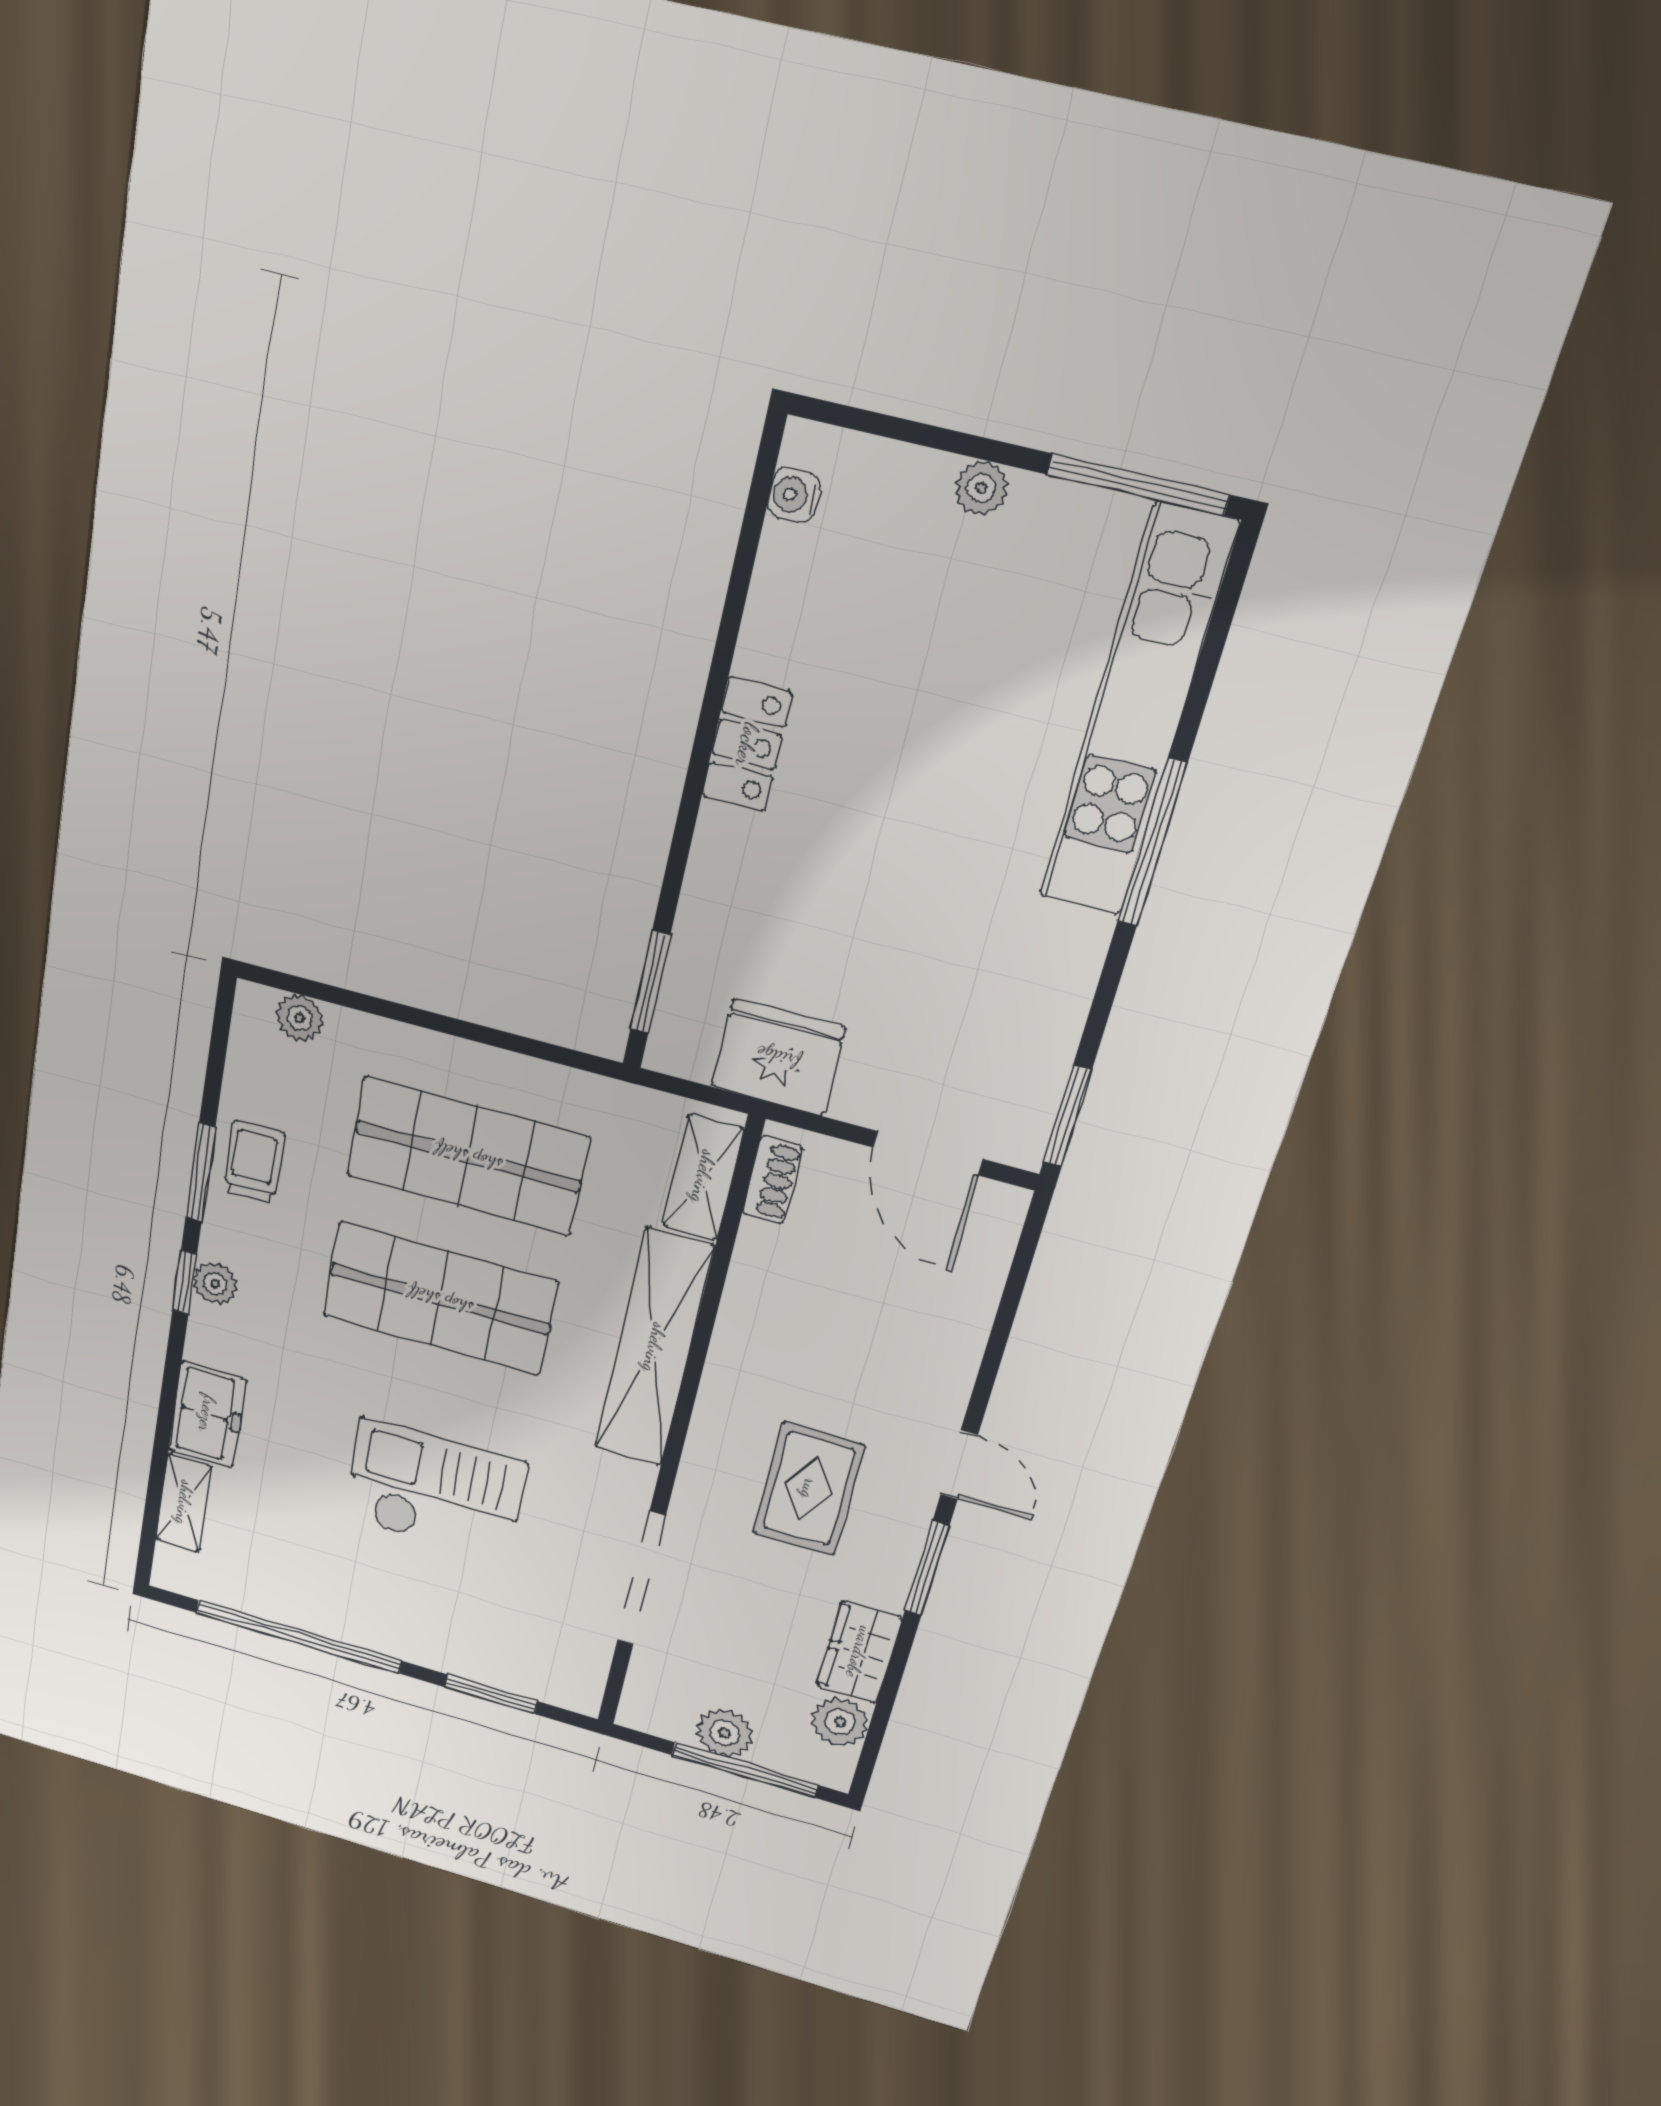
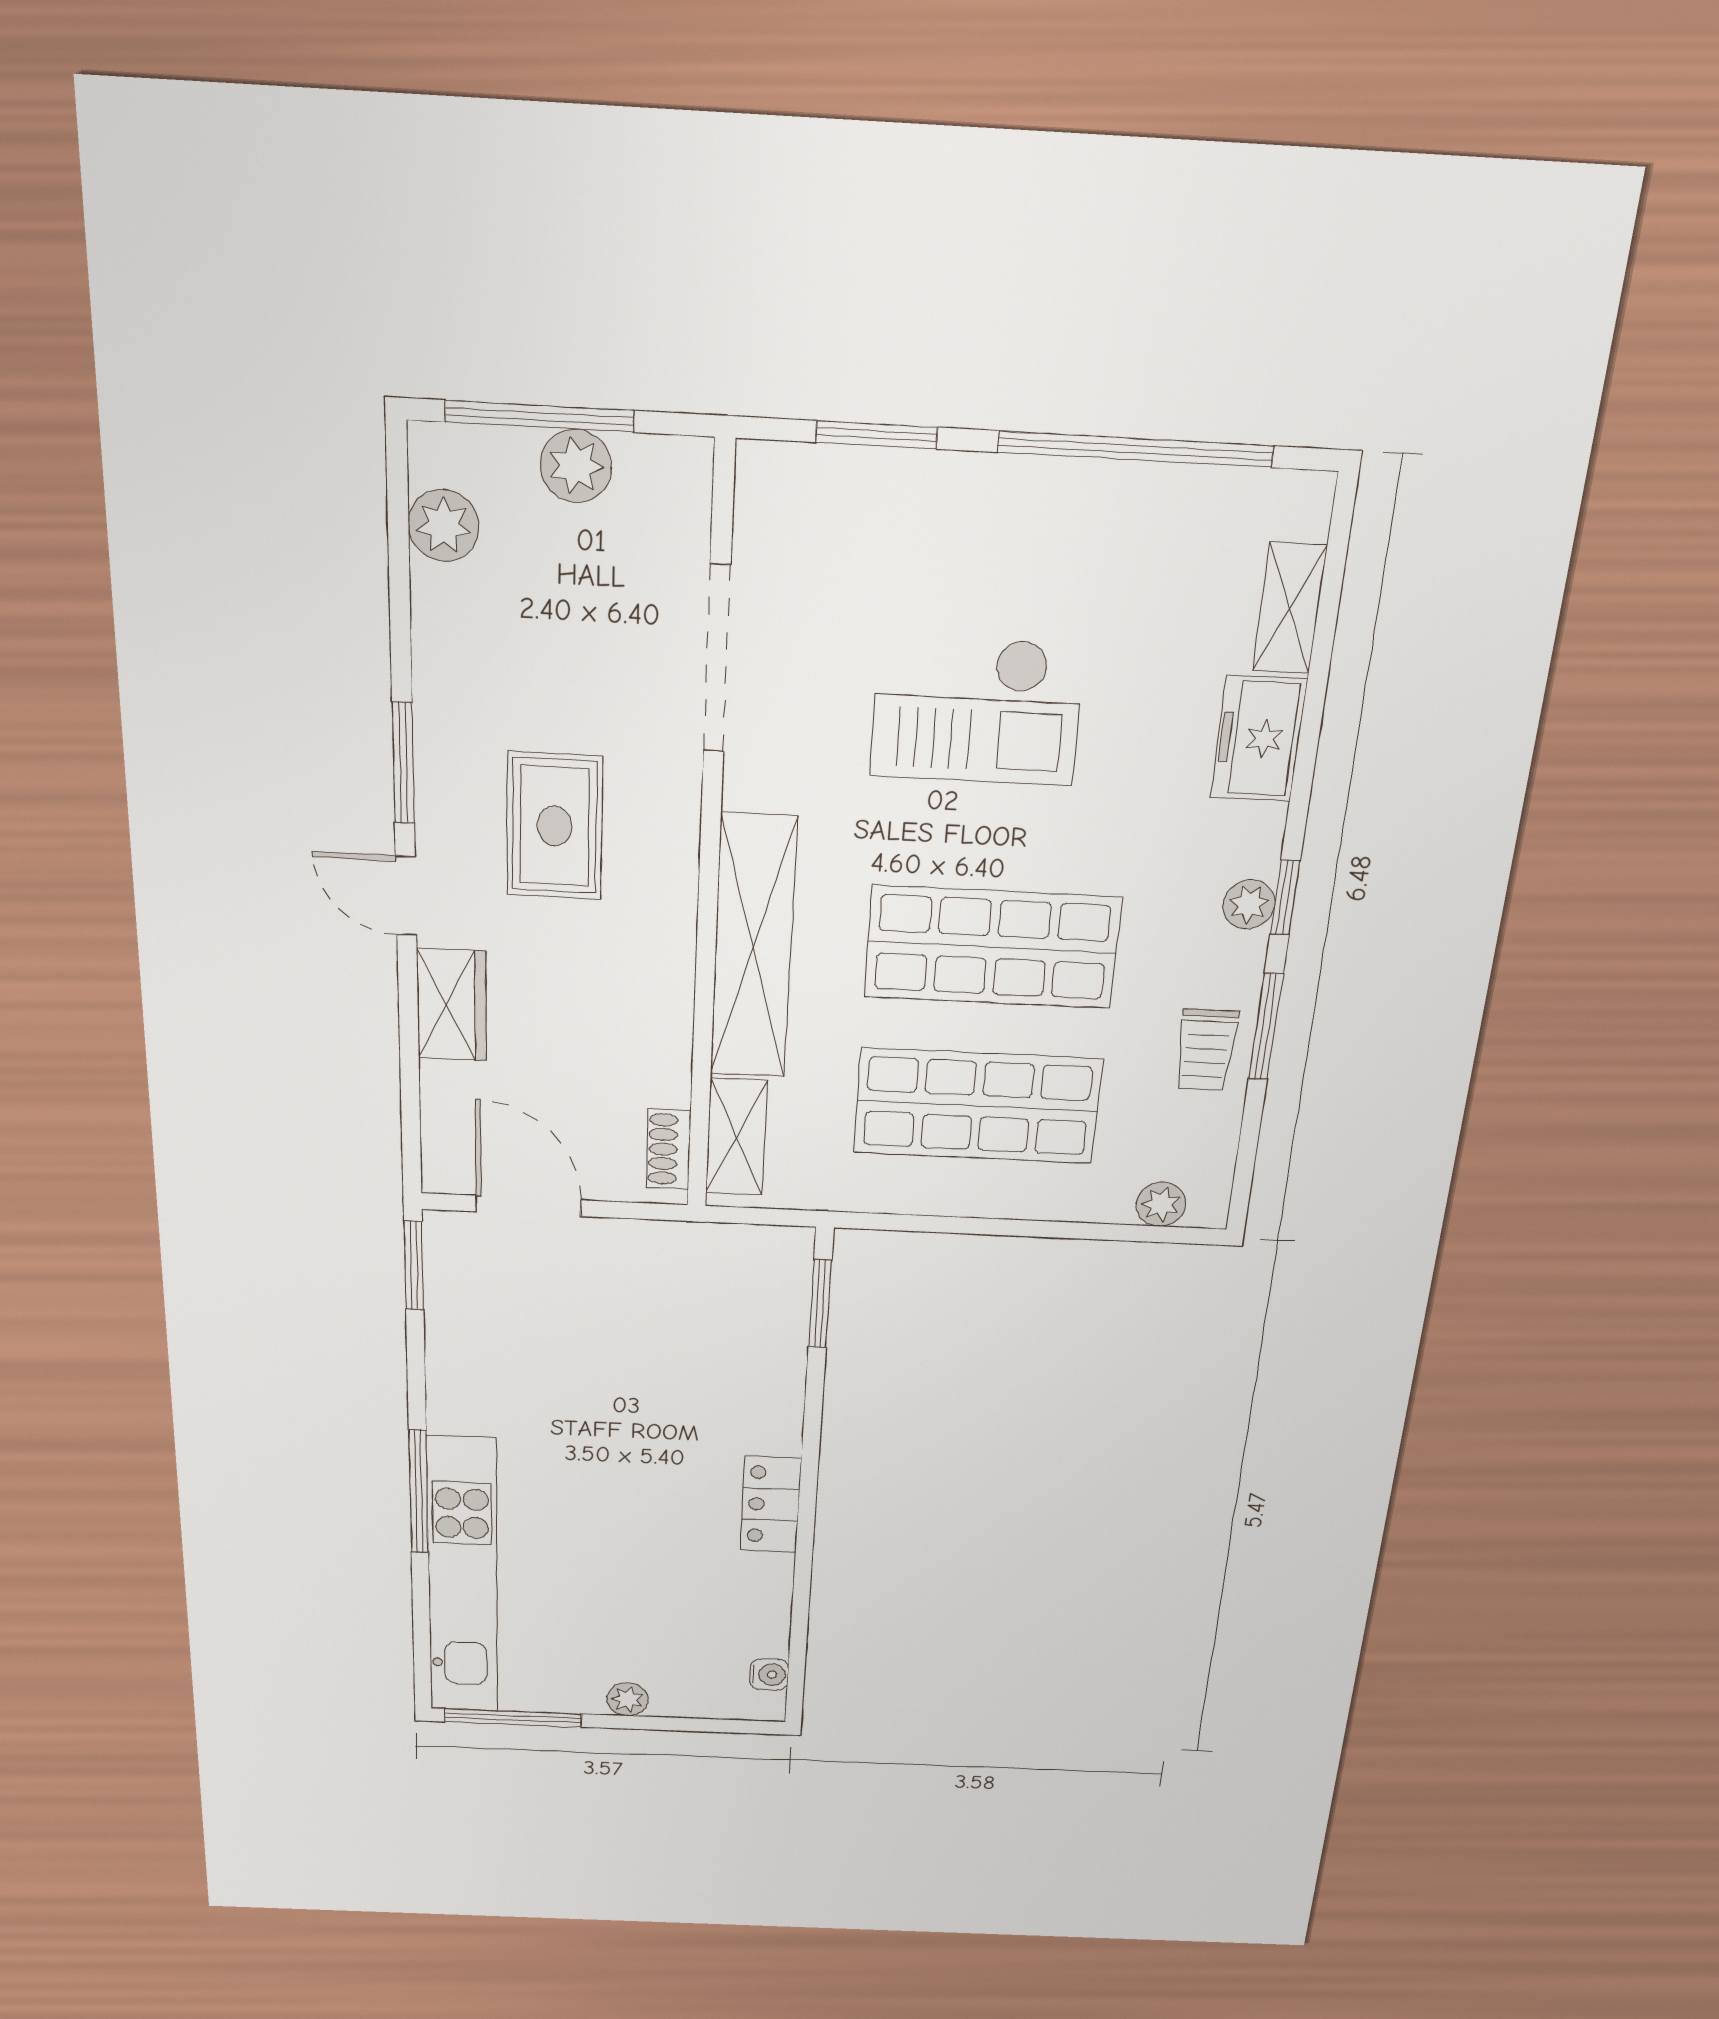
fridge: (778, 1057) -> (688, 1263), removed
wardrobe: (859, 1652) -> (452, 1005), moved

